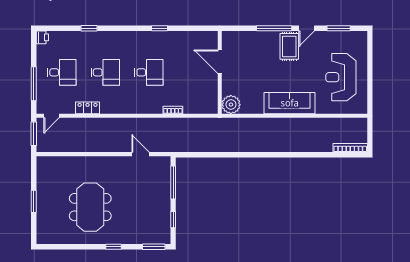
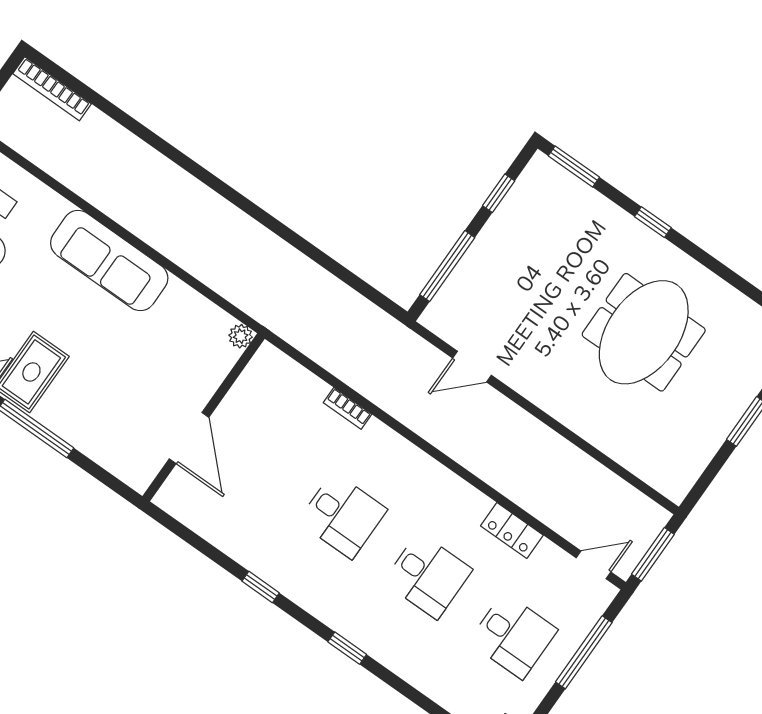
window: (89, 28) -> (347, 648), moved
desk: (62, 72) -> (513, 636), turned 180
desk: (105, 72) -> (428, 576), turned 180
desk: (149, 72) -> (343, 515), turned 180
plant: (231, 105) -> (241, 336), width x0.53, depth x0.53
door: (140, 154) -> (472, 367), hinge flipped

